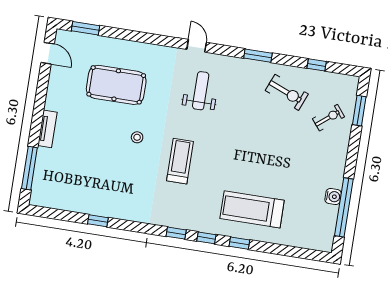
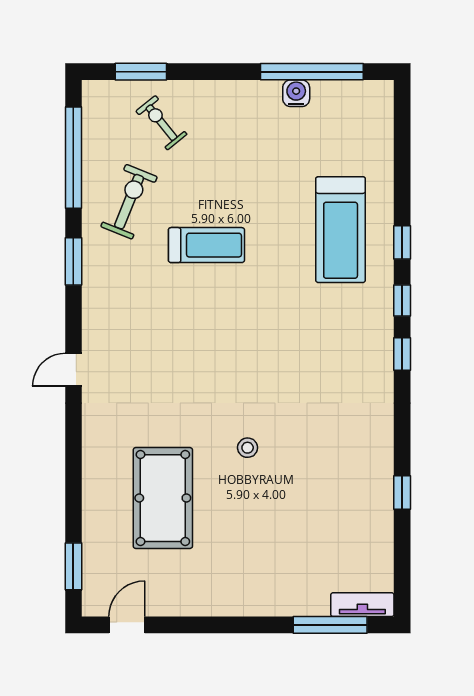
window: (317, 65) -> (73, 158), width x3.17
weight bench: (201, 91) -> (150, 351), removed
tv unit: (47, 129) -> (362, 605), moved
treadmill: (180, 161) -> (206, 245), moved, turned 180

